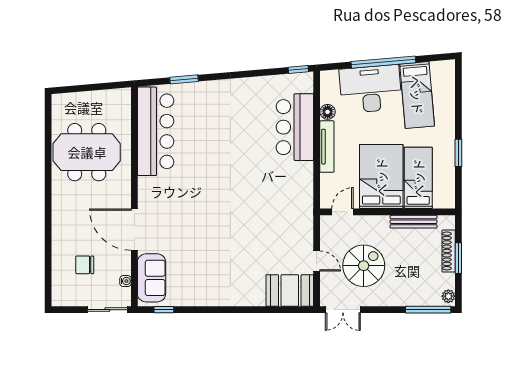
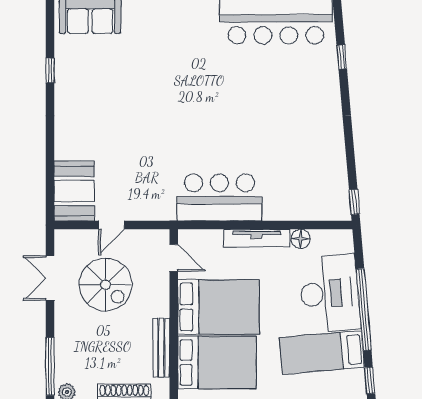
window: (439, 57) -> (370, 380), added
window: (184, 79) -> (342, 57), width x0.67
bar counter: (295, 127) -> (220, 197), moved
bed: (418, 178) -> (217, 362), width x1.50
window: (164, 310) -> (50, 71), moved
double door: (343, 310) -> (50, 278), moved

